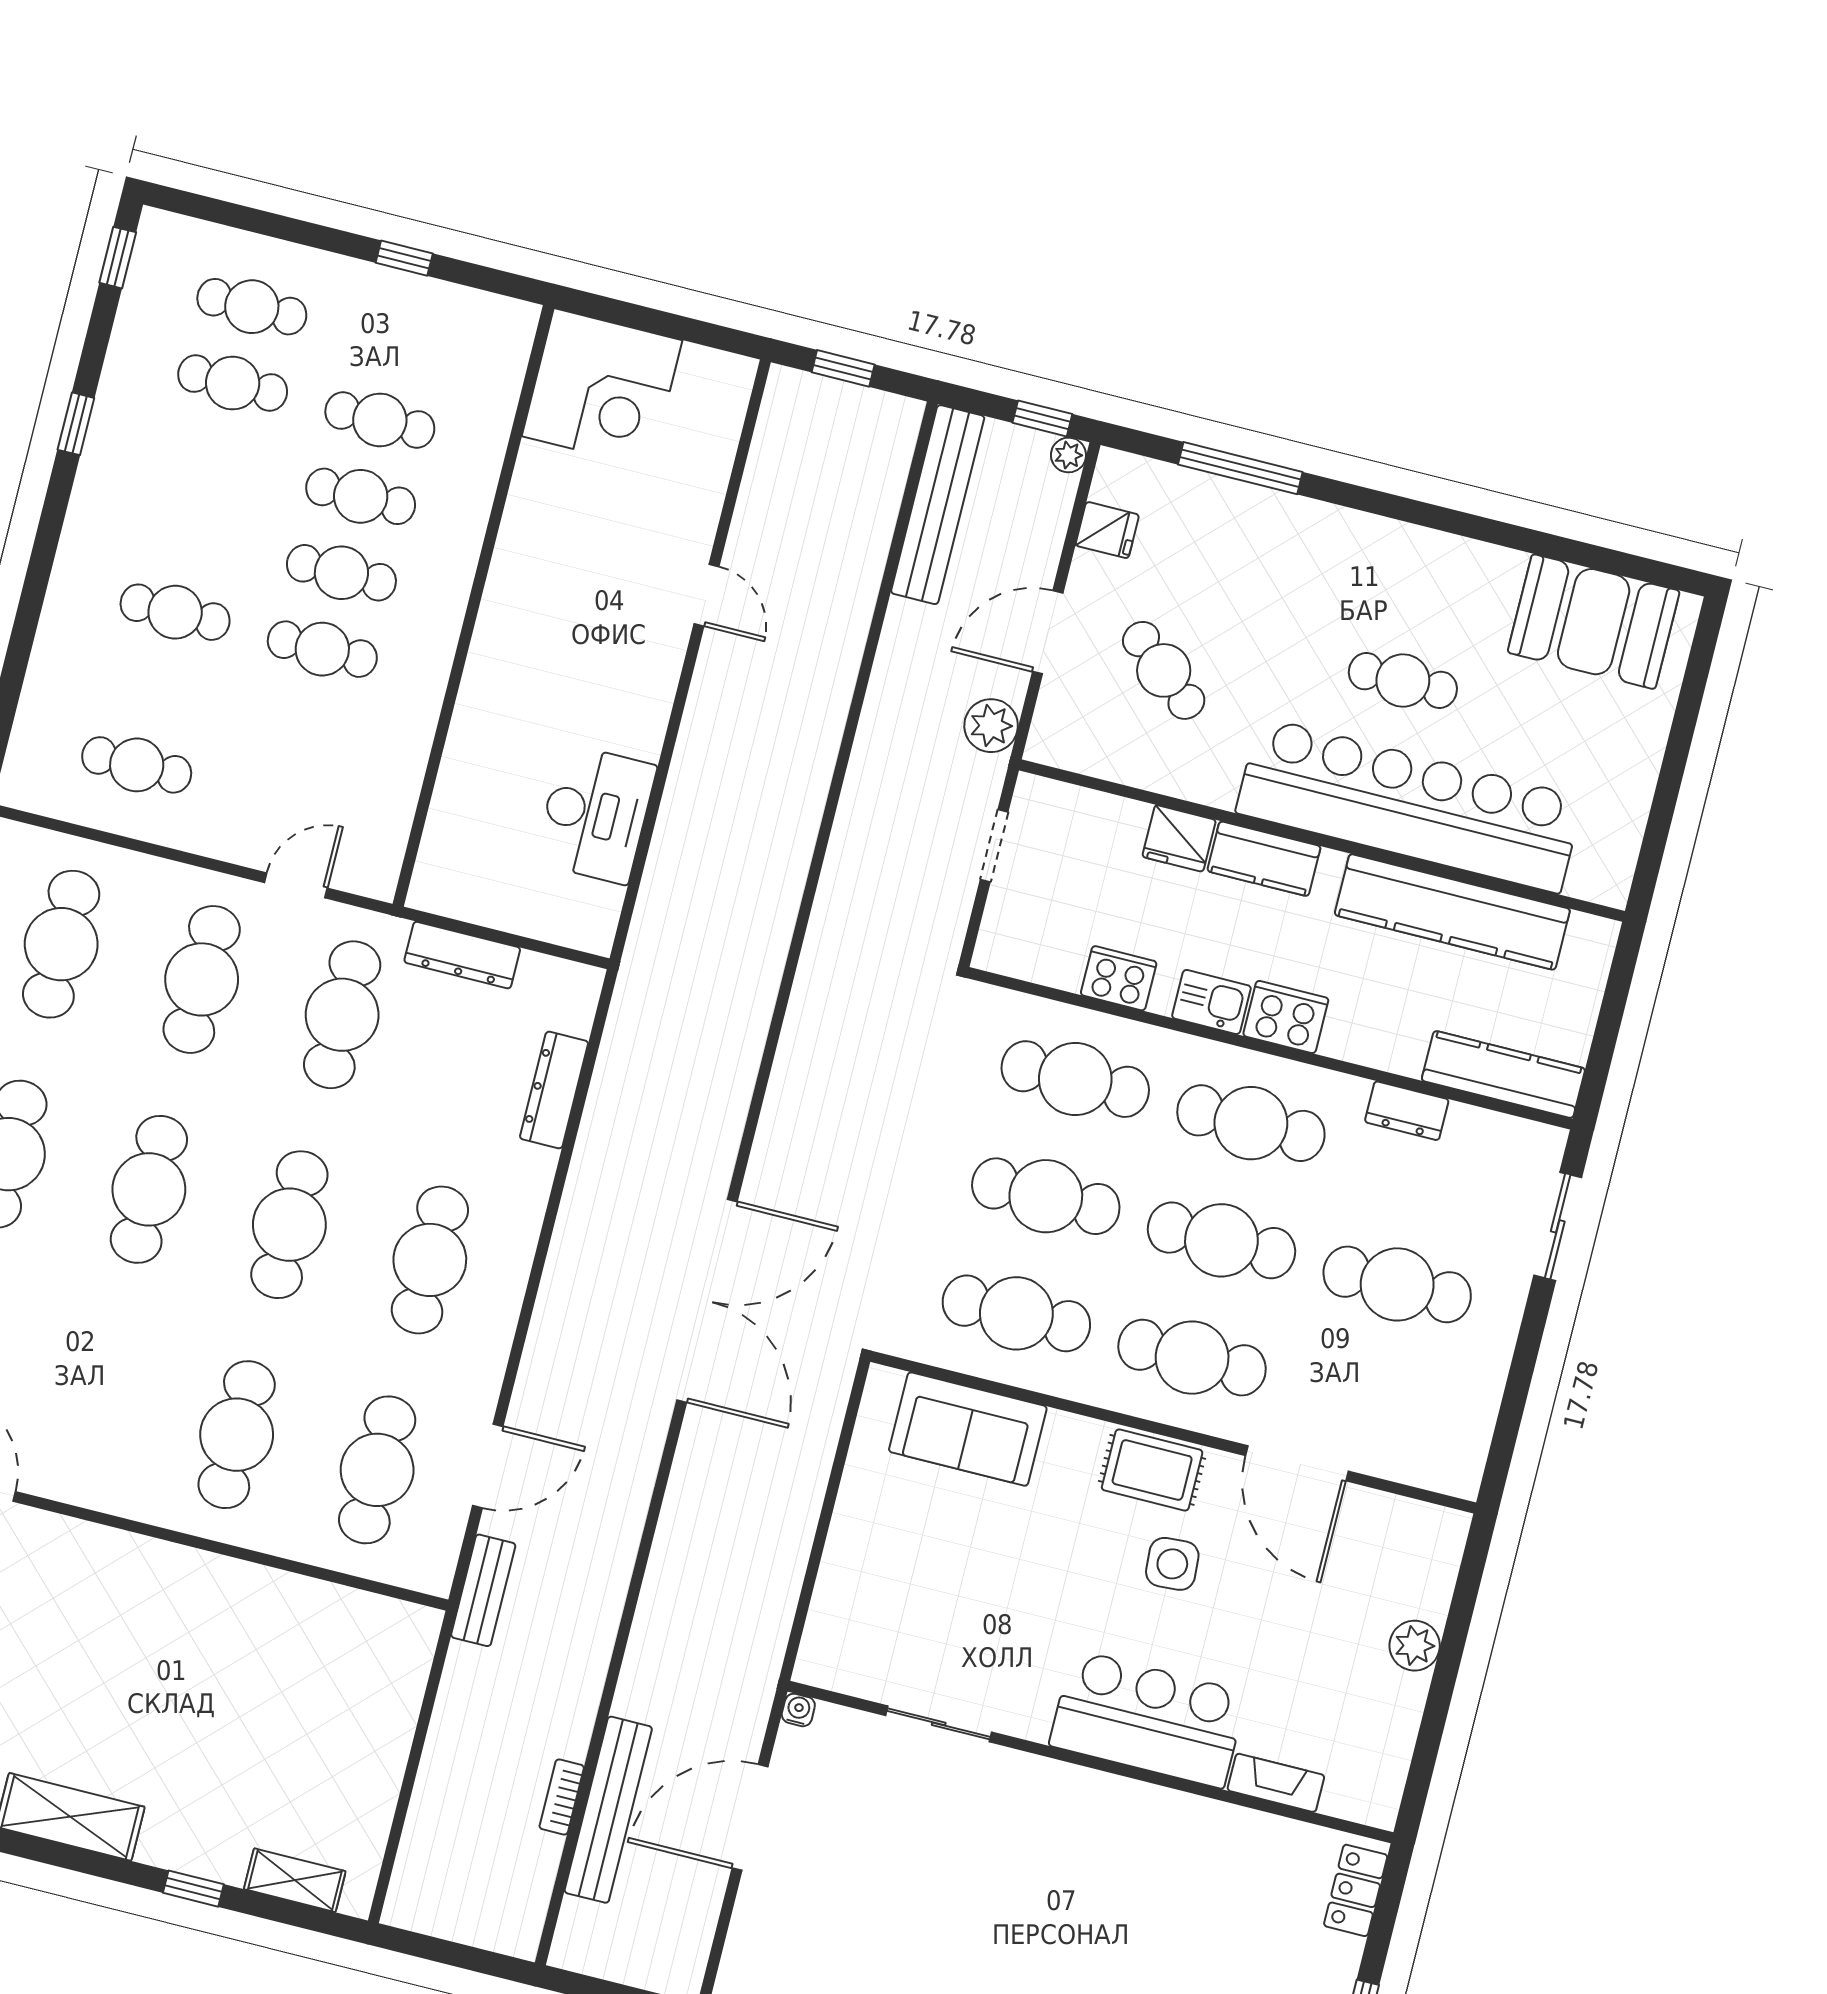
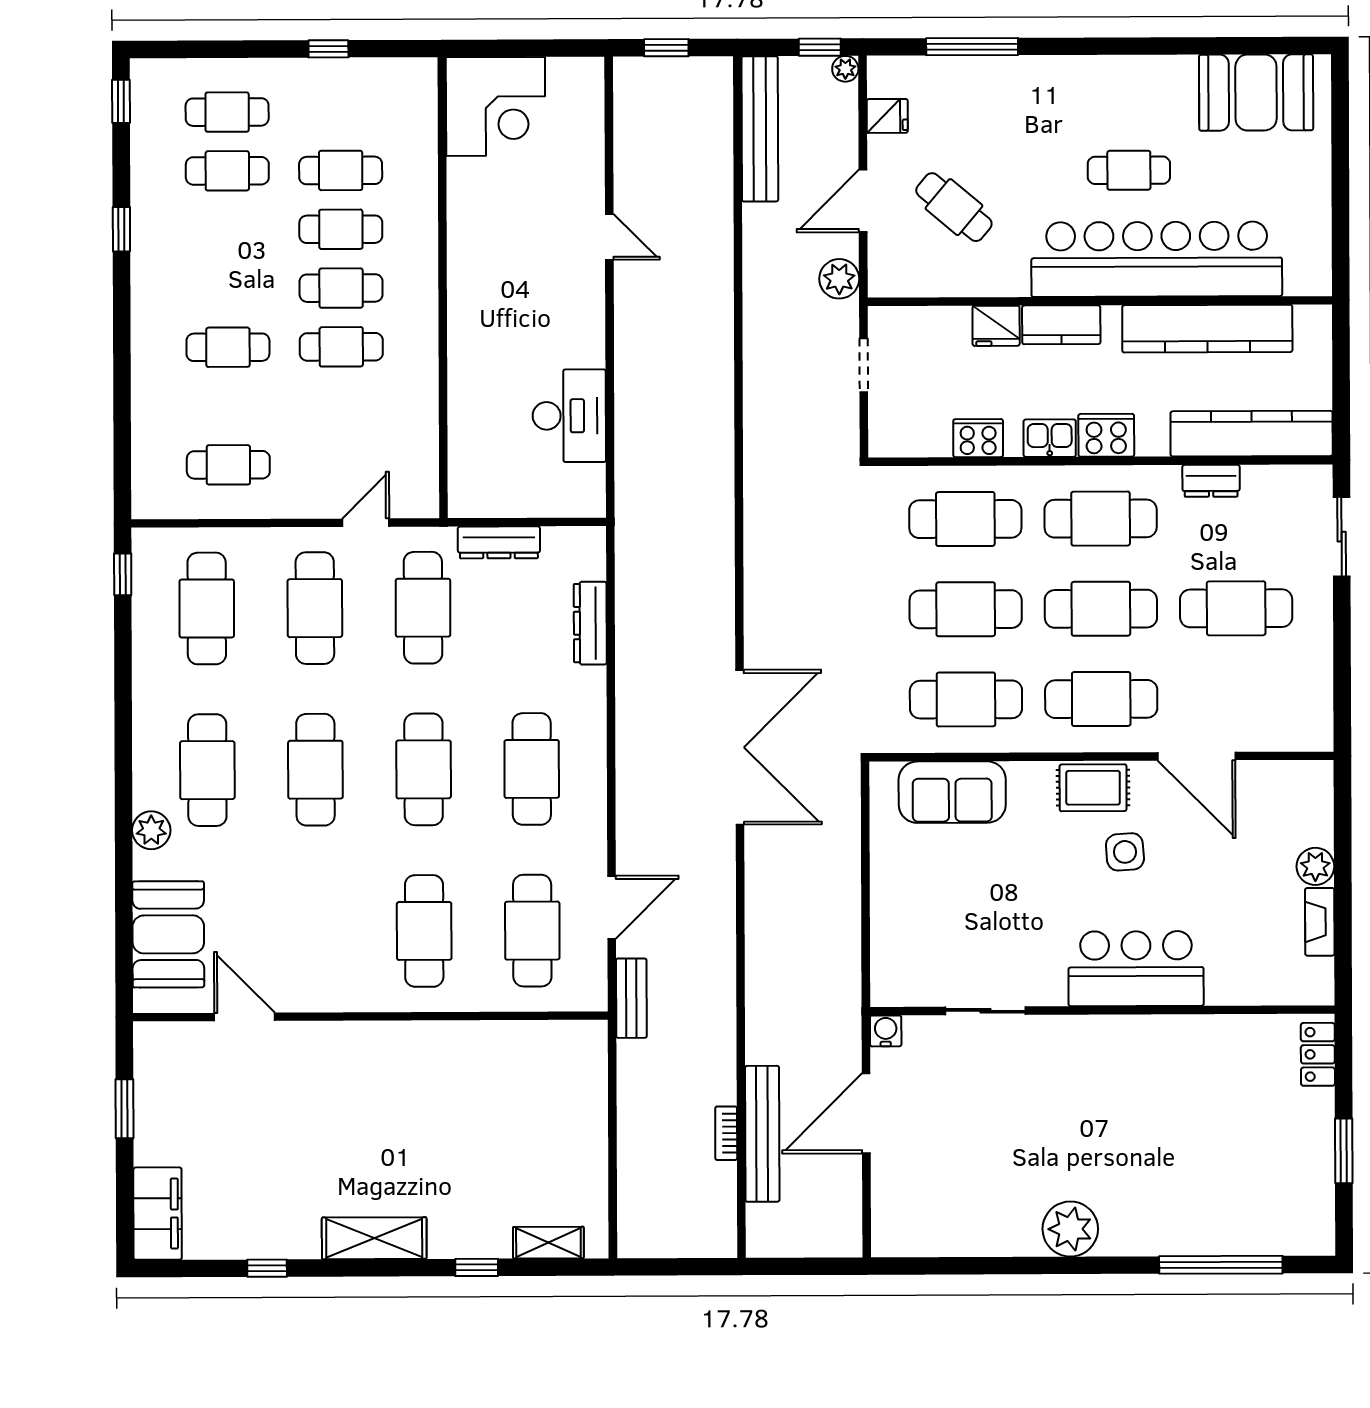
kitchen counter: (1503, 1074) -> (1252, 434), width x1.39, depth x1.17
water cooler: (798, 1710) -> (886, 1031), width x1.38, depth x1.38
fireplace: (1276, 1783) -> (1320, 922), moved, turned -90

